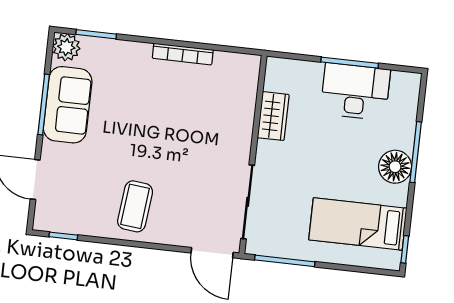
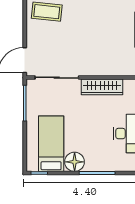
wardrobe: (273, 116) -> (102, 87), width x1.50
floor lamp: (395, 167) -> (75, 162), moved

